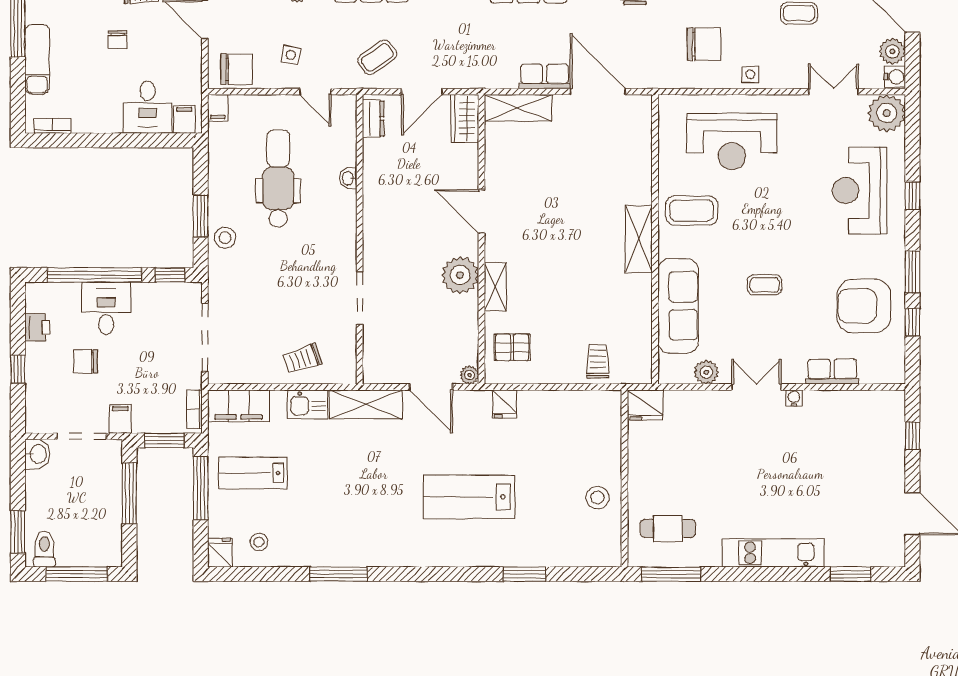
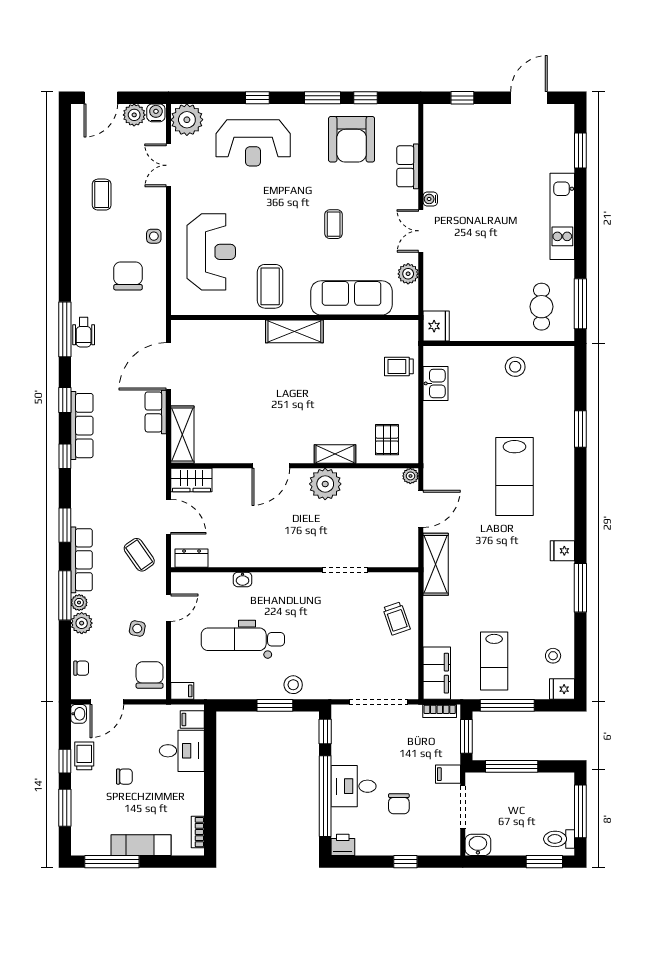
printer: (37, 327) -> (343, 845), moved
kitchen sink: (308, 404) -> (436, 383), moved
fridge: (504, 404) -> (562, 551), moved, turned 180

